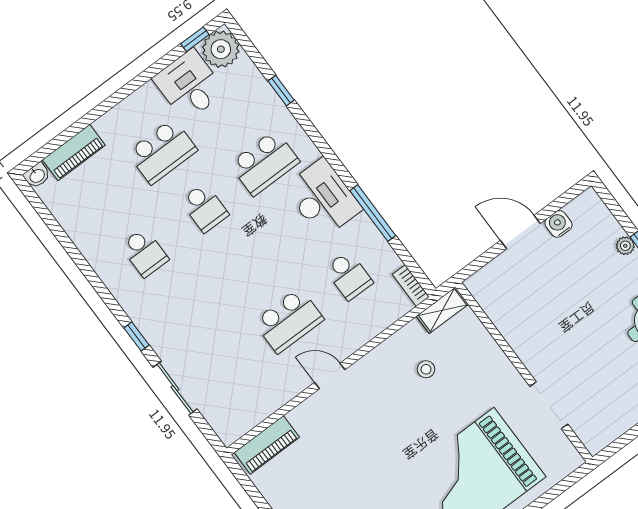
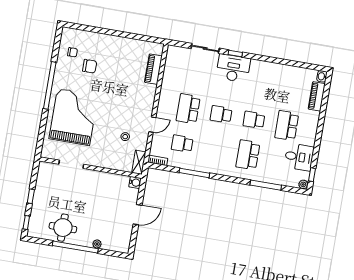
plant: (221, 49) -> (303, 184), width x0.53, depth x0.53
window: (281, 91) -> (266, 185), width x2.17
desk: (323, 198) -> (233, 68), moved, turned 180
water cooler: (558, 224) -> (135, 183), moved
school desk: (145, 253) -> (221, 114), moved
door: (330, 376) -> (152, 125), moved
piano: (267, 445) -> (153, 69), moved

